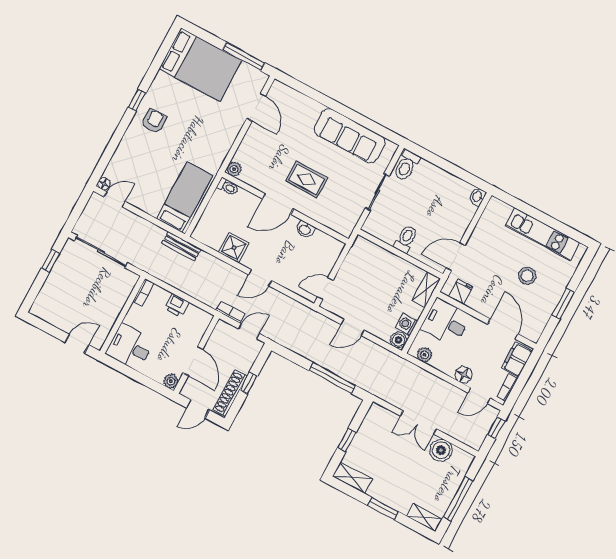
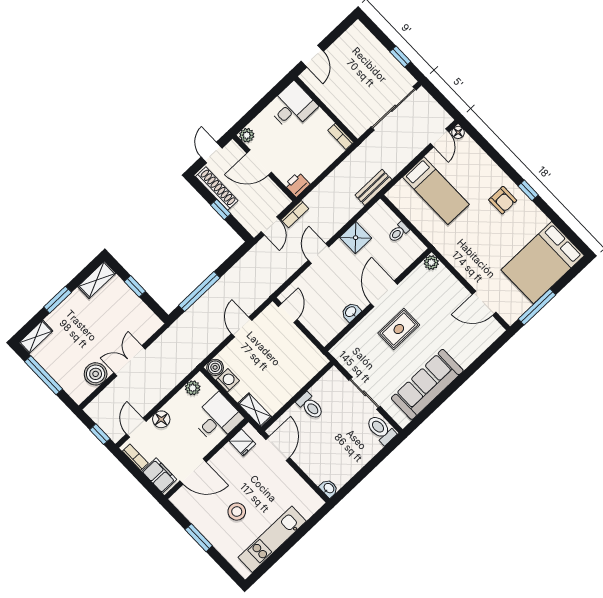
toilet: (228, 187) -> (398, 232), moved
bed: (185, 197) -> (436, 191), moved
printer: (177, 305) -> (297, 185), moved

